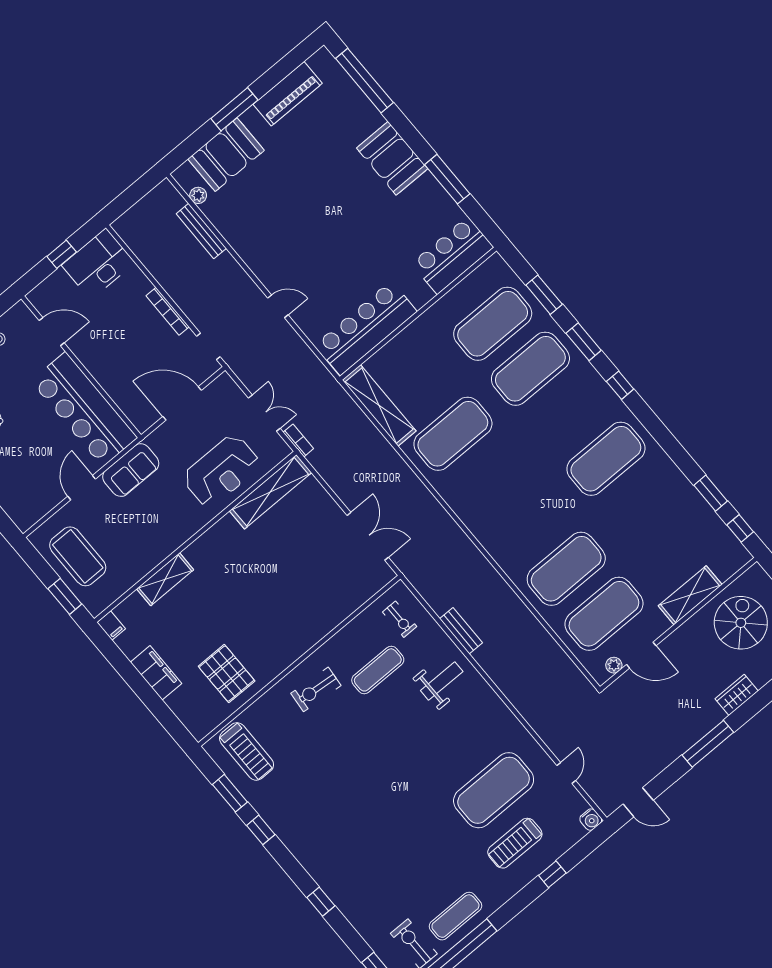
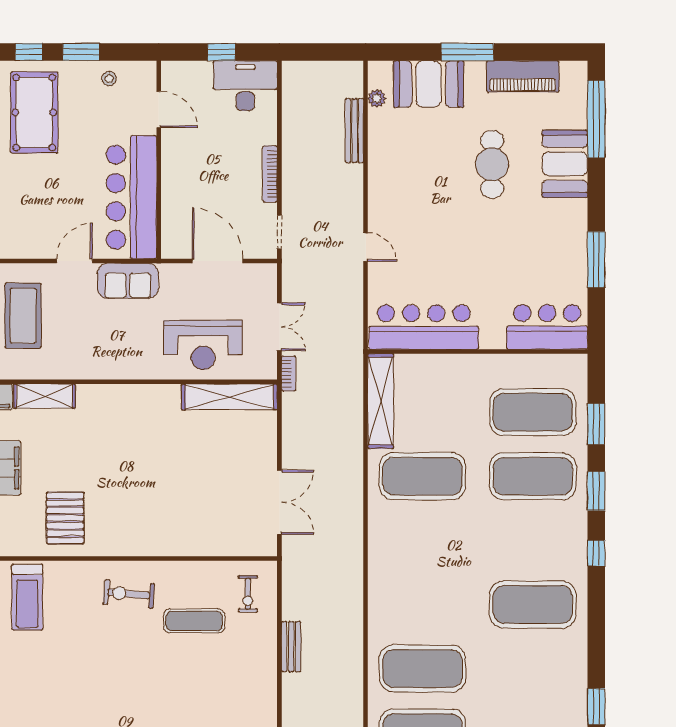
booth: (392, 158) -> (565, 164), moved
cafe table: (318, 174) -> (492, 164), added
shelving: (165, 579) -> (44, 396), moved
weight bench: (442, 681) -> (240, 675), removed

